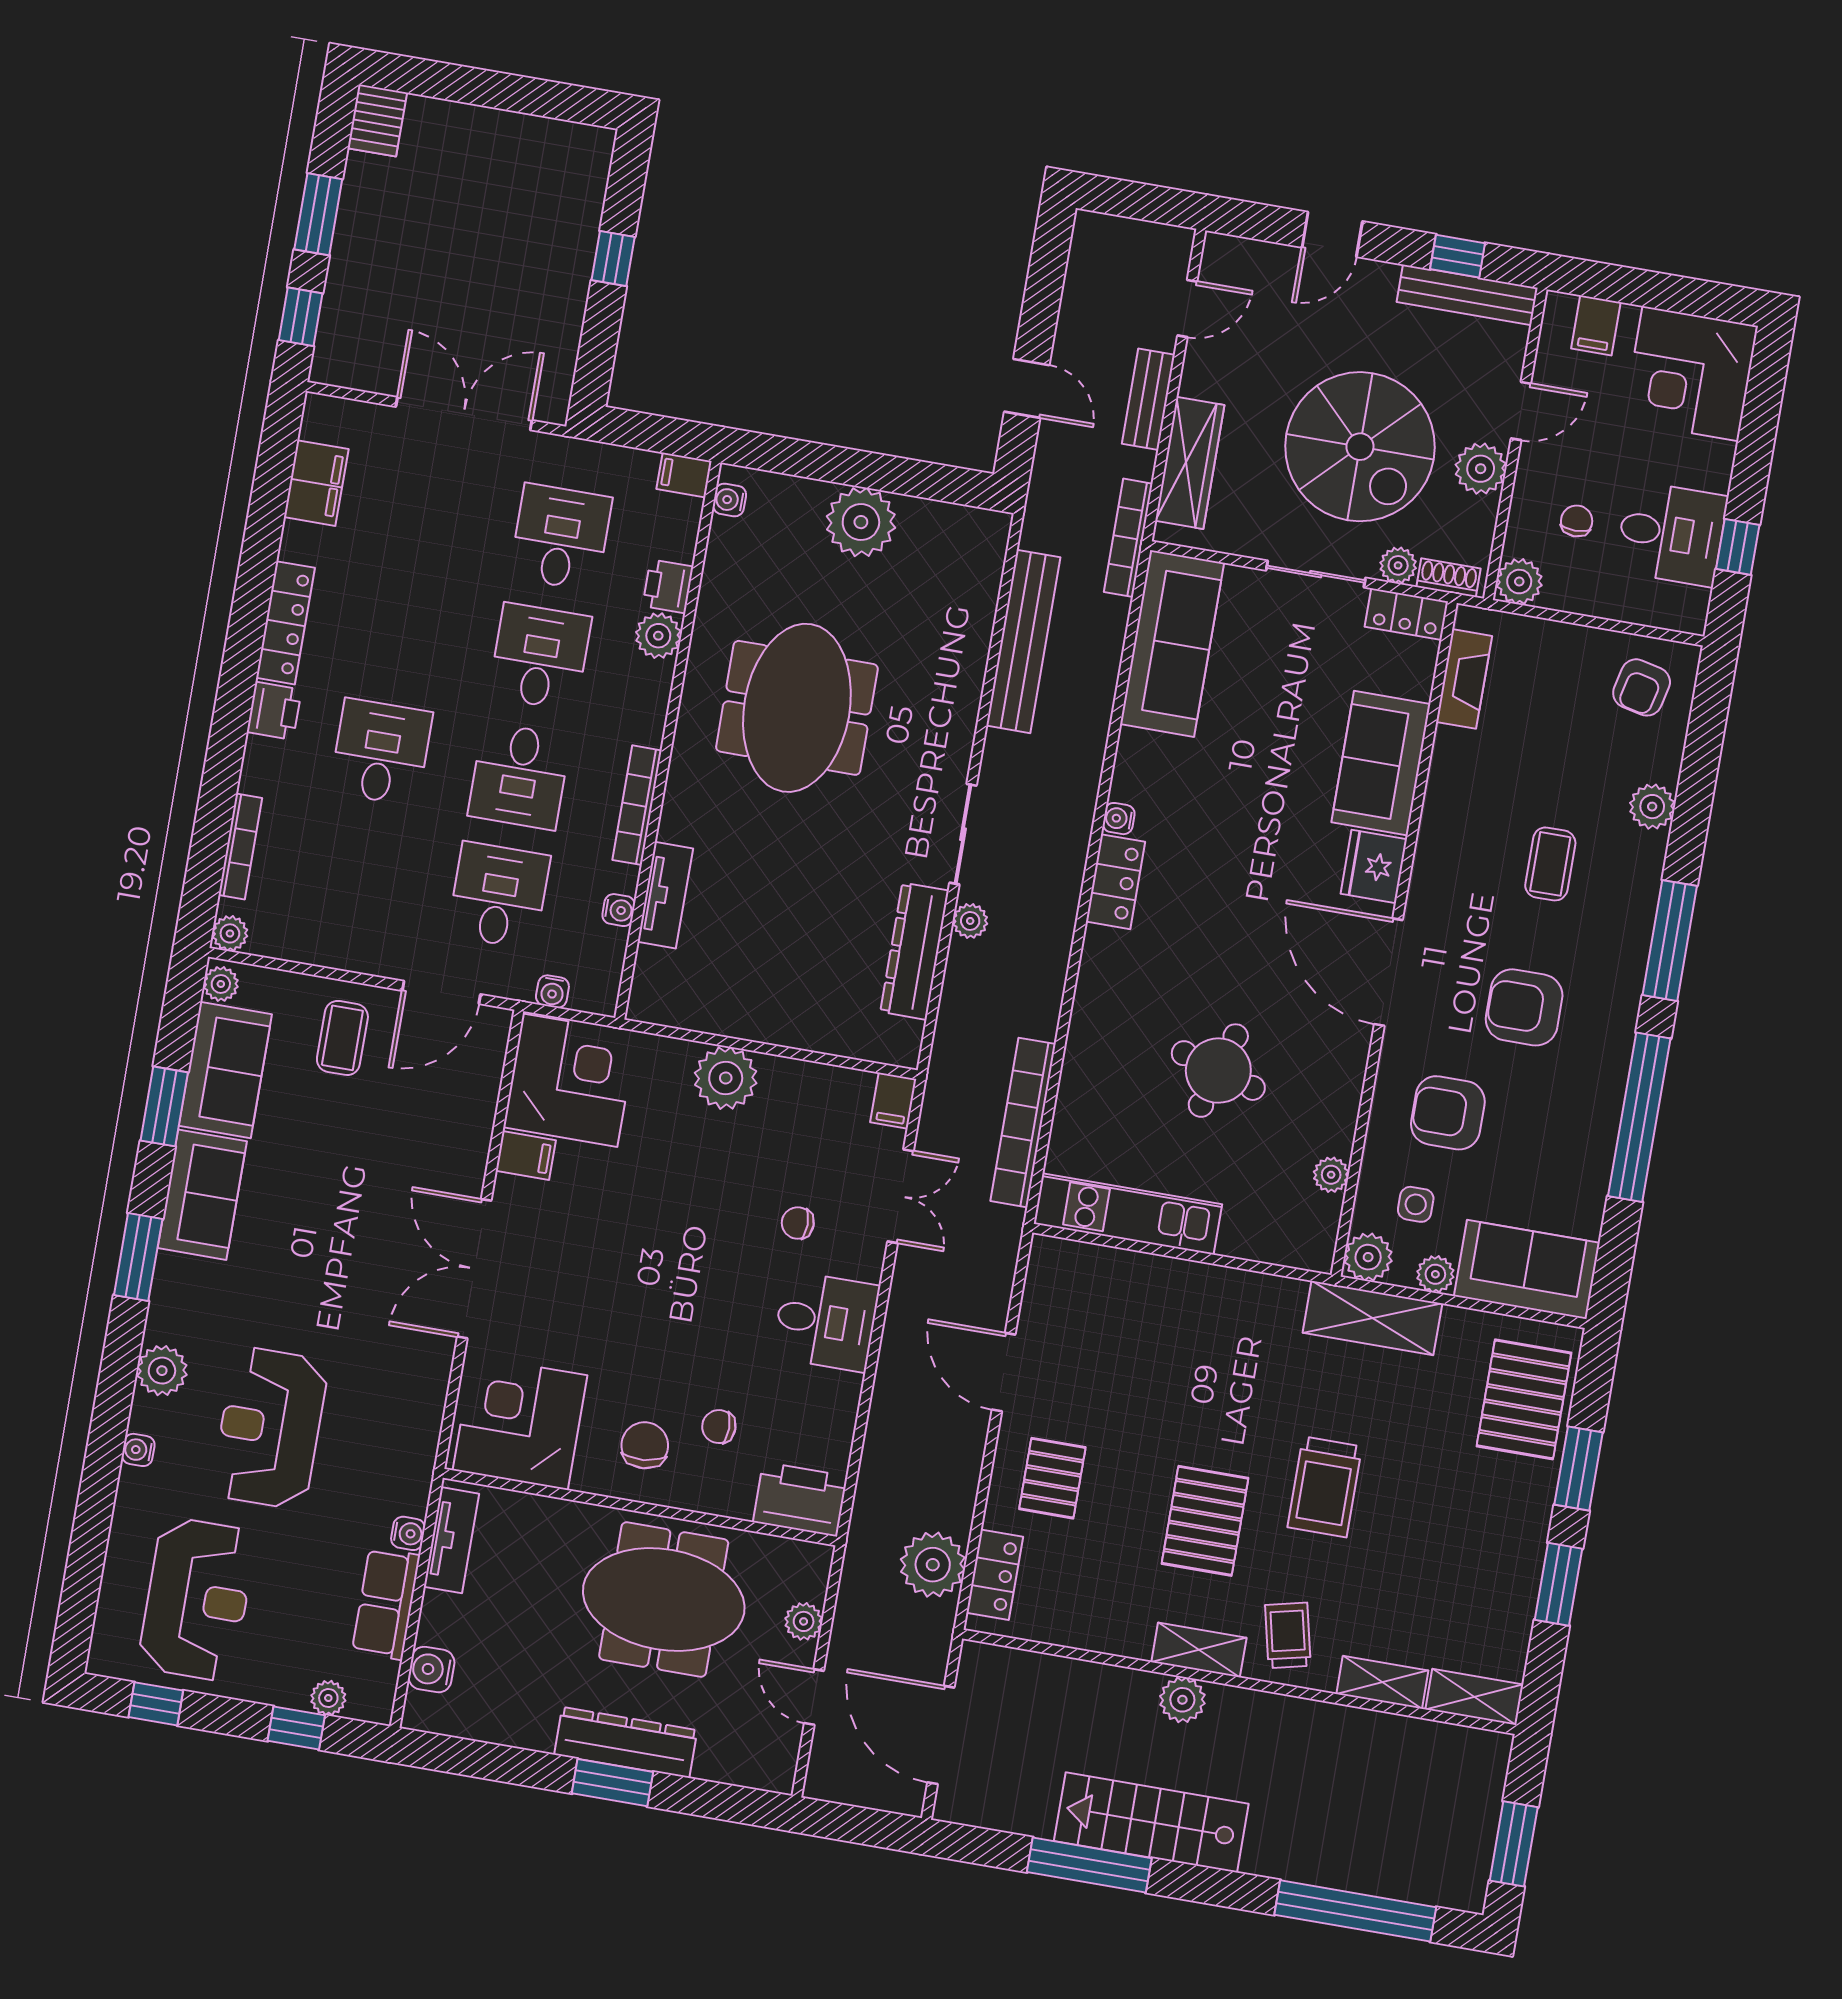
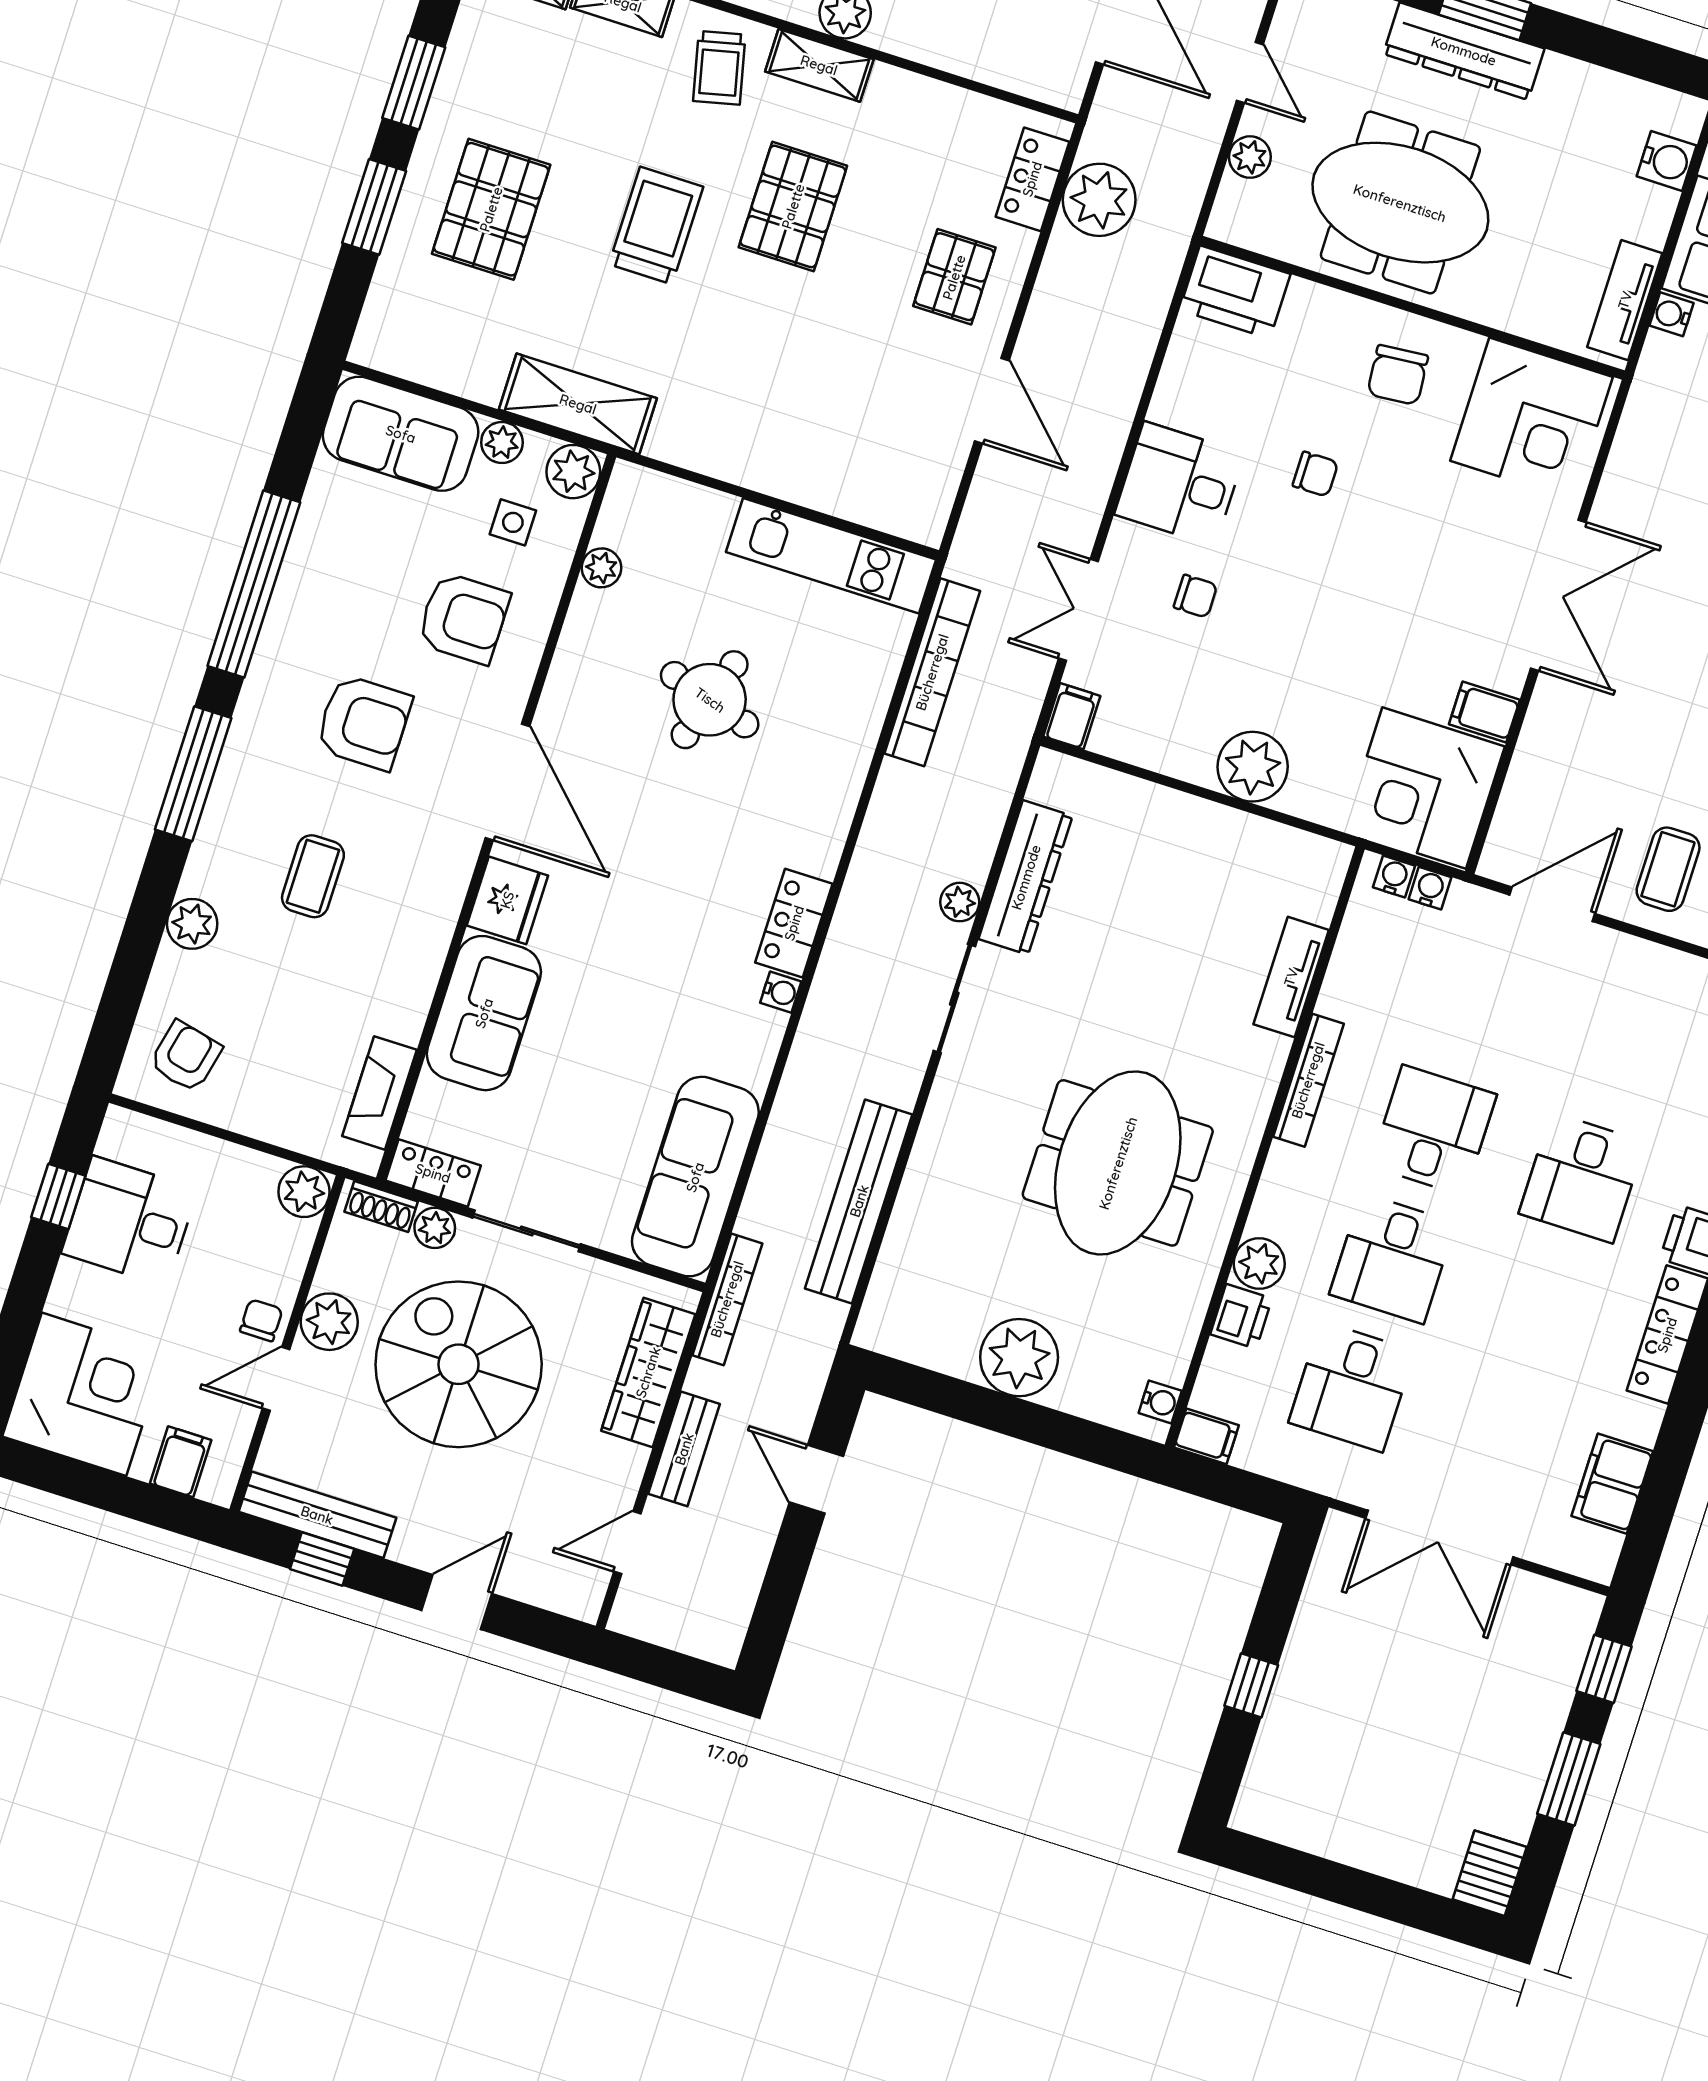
chair: (1577, 521) -> (261, 1320), moved, turned 180
desk: (499, 895) -> (1474, 1002), removed
water cooler: (619, 910) -> (1394, 876), moved, turned 90
pallet: (1524, 1399) -> (491, 209), moved
chair: (719, 1427) -> (1315, 474), moved

